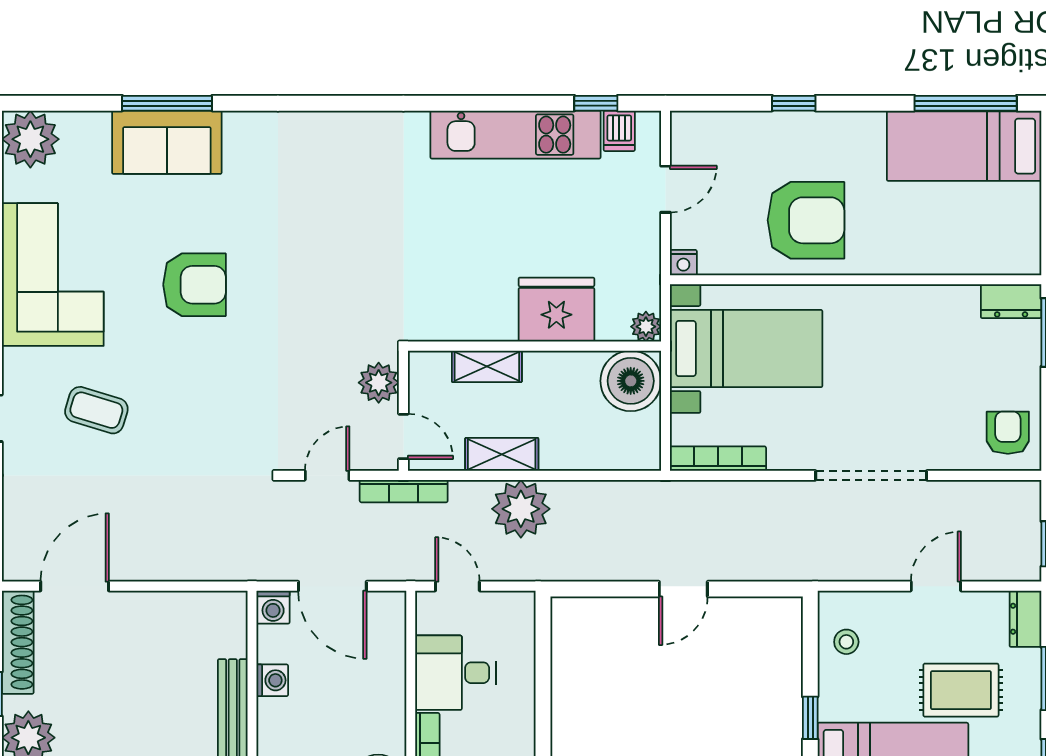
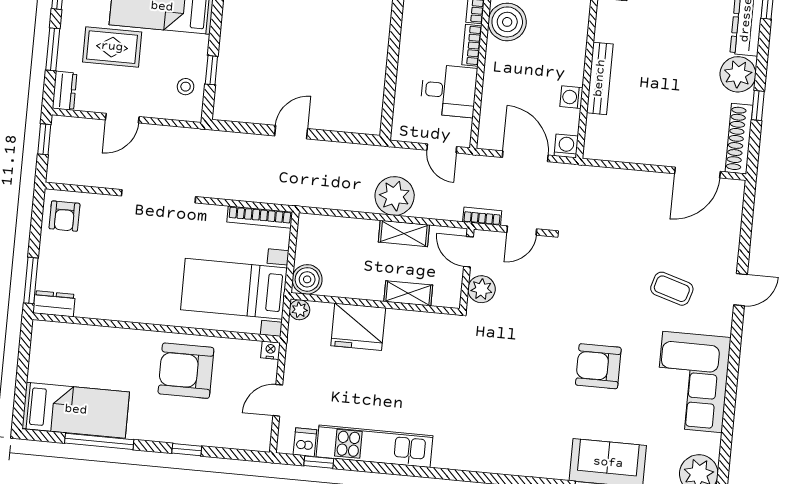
window: (966, 103) -> (99, 441), moved
boiler: (631, 381) -> (307, 279), width x0.73, depth x0.73
bookcase: (404, 491) -> (482, 216), width x0.64
window: (810, 718) -> (211, 70), moved

